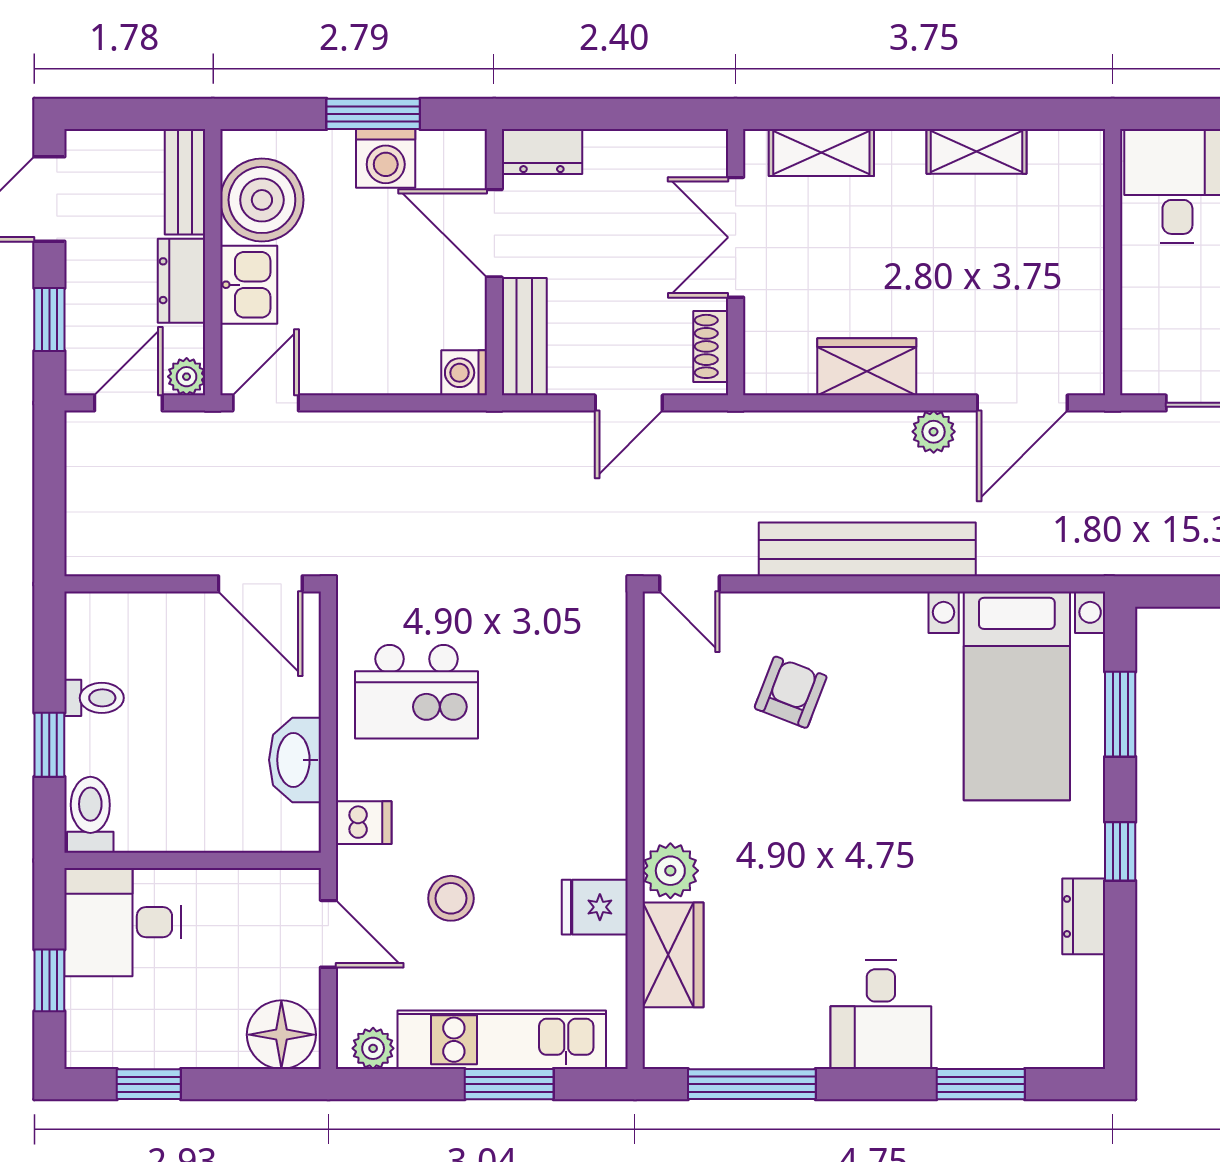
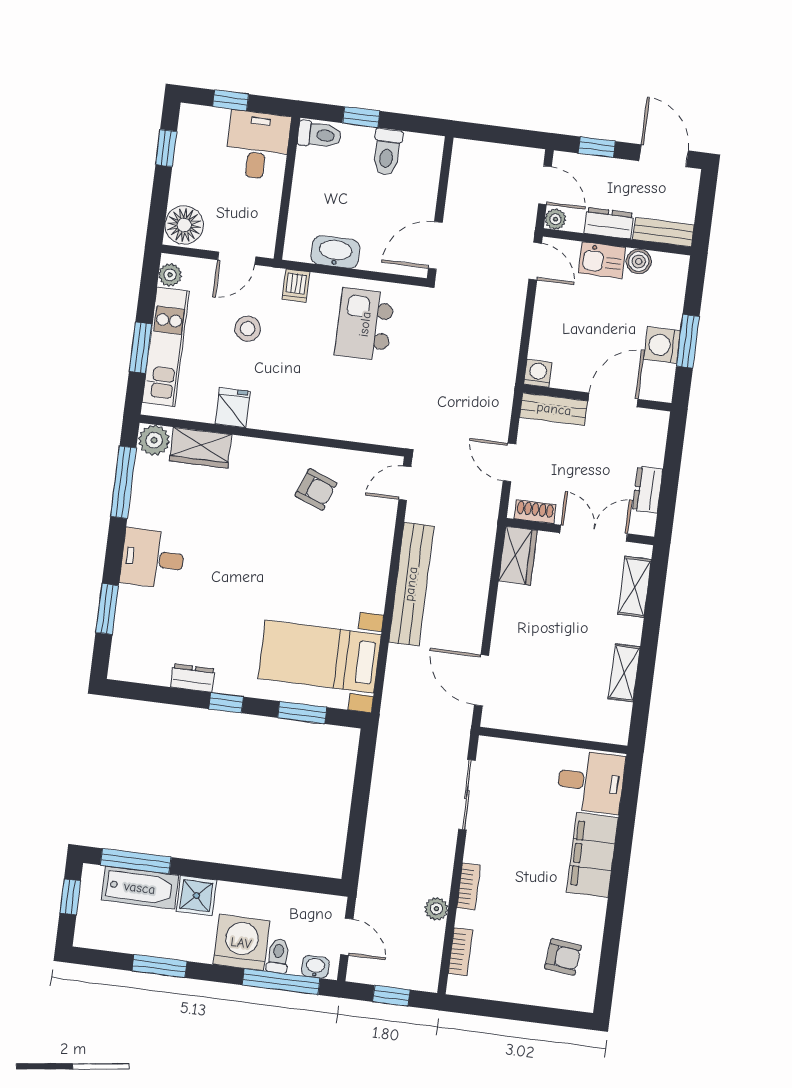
dresser: (542, 152) -> (648, 490), moved
boiler: (262, 200) -> (639, 261), width x0.54, depth x0.54
wardrobe: (867, 367) -> (518, 556), moved
plant: (934, 432) -> (472, 629), removed
armchair: (791, 692) -> (316, 489), moved
toilet: (94, 698) -> (387, 152), width x1.37, depth x1.39
plant: (670, 871) -> (154, 440), moved

